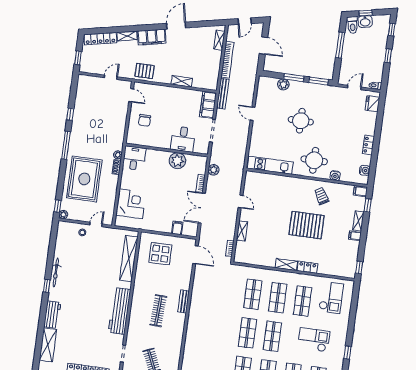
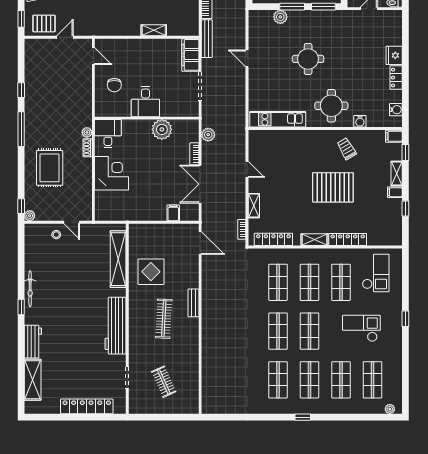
pallet: (145, 71) -> (44, 24), moved
fridge: (372, 104) -> (394, 55), moved
desk: (183, 139) -> (145, 102), moved
rug: (84, 179) -> (50, 168), width x0.73, depth x0.69
corner desk: (131, 204) -> (111, 173), moved
door: (96, 224) -> (72, 222), swing flipped
display table: (160, 254) -> (151, 272), moved
locker: (254, 260) -> (273, 239), added
locker: (307, 267) -> (348, 240), width x1.53
window: (359, 267) -> (405, 208), moved
window: (347, 353) -> (405, 319), moved

